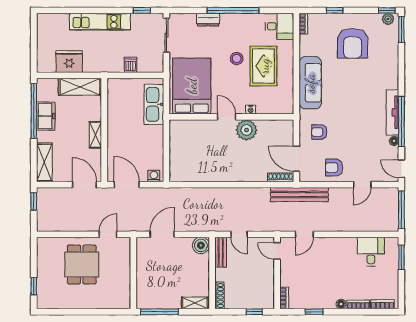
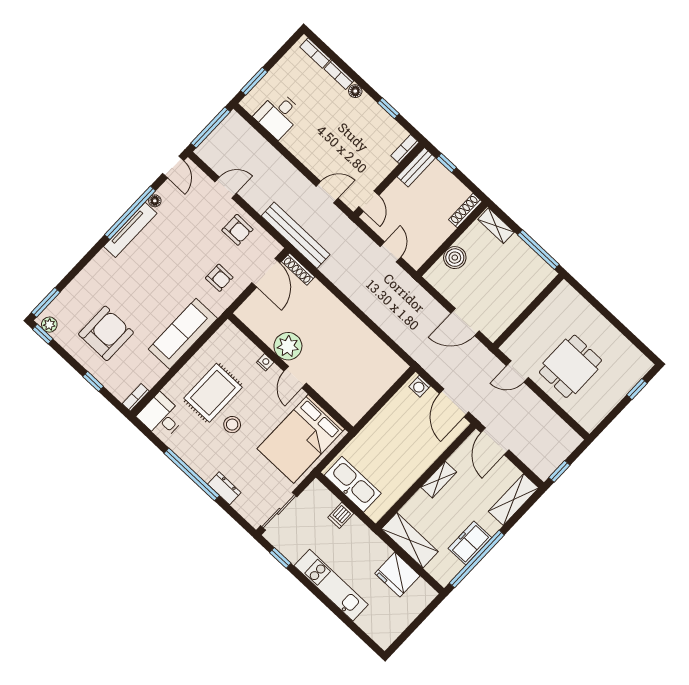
kitchen sink: (154, 104) -> (353, 484), moved, turned -90
boiler: (201, 245) -> (455, 258), moved
bench: (221, 252) -> (416, 167), moved

